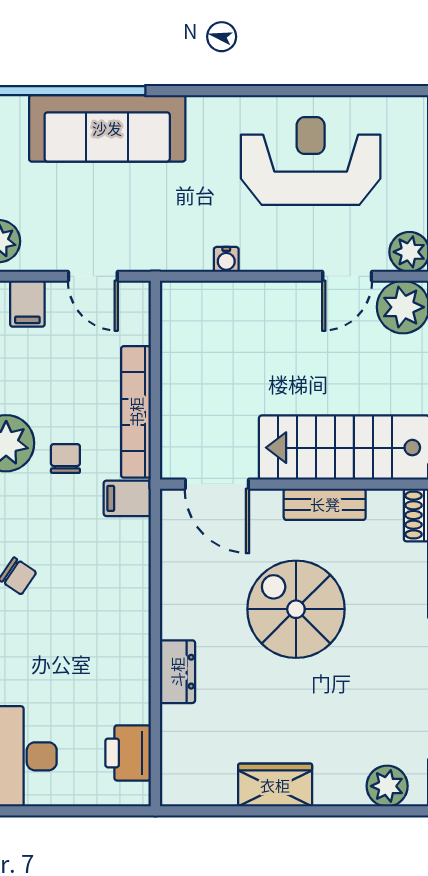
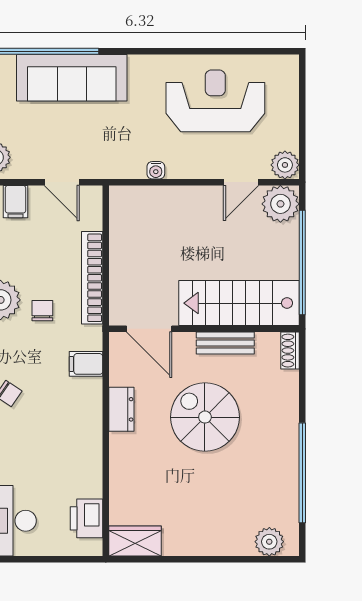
filing cabinet: (127, 498) -> (86, 364), moved
dresser: (177, 672) -> (121, 409), moved
wardrobe: (275, 785) -> (135, 541), moved

